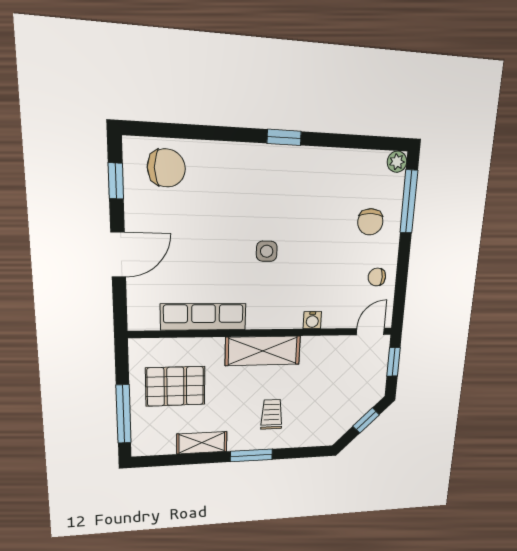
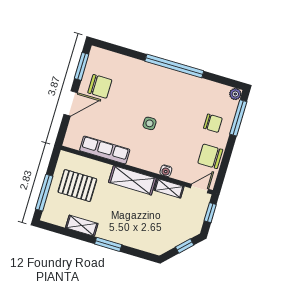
window: (284, 137) -> (174, 66), width x3.17
chair: (166, 168) -> (100, 86), moved
window: (116, 181) -> (82, 66), width x1.50
chair: (370, 222) -> (213, 123), turned -90
chair: (377, 277) -> (210, 156), width x1.87, depth x1.87
shelving: (324, 345) -> (169, 188), added
trolley: (272, 414) -> (127, 222), removed

